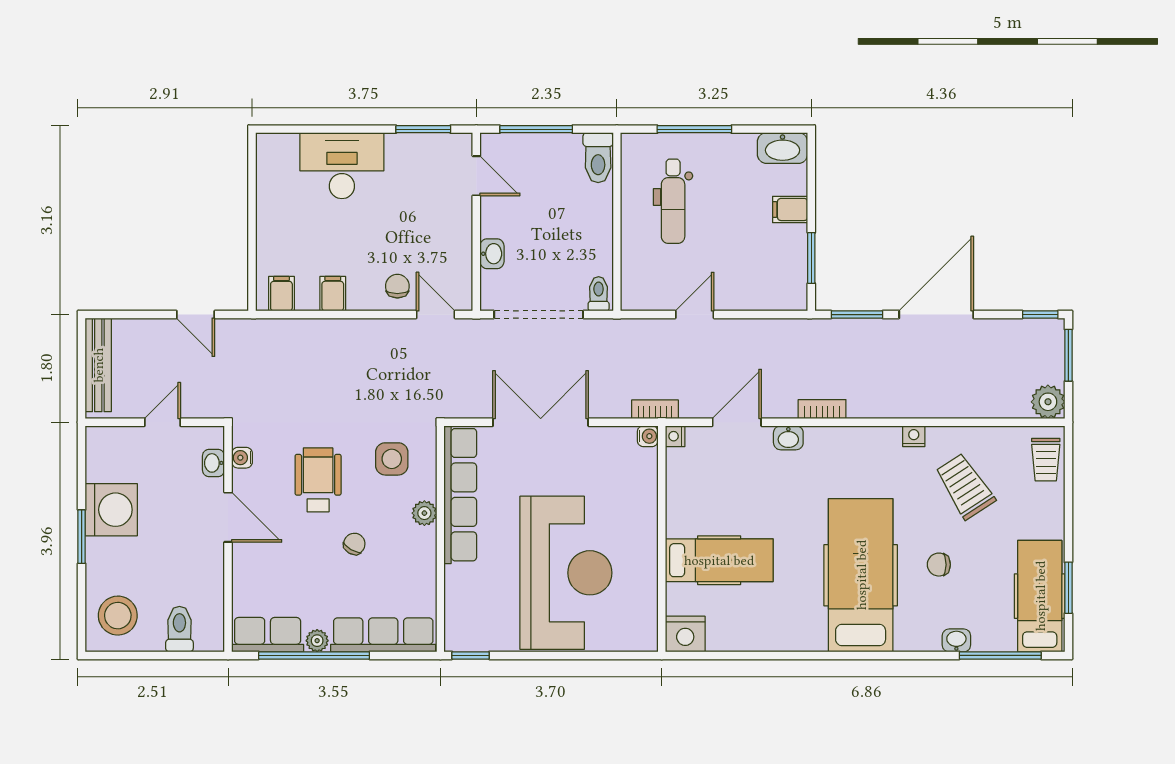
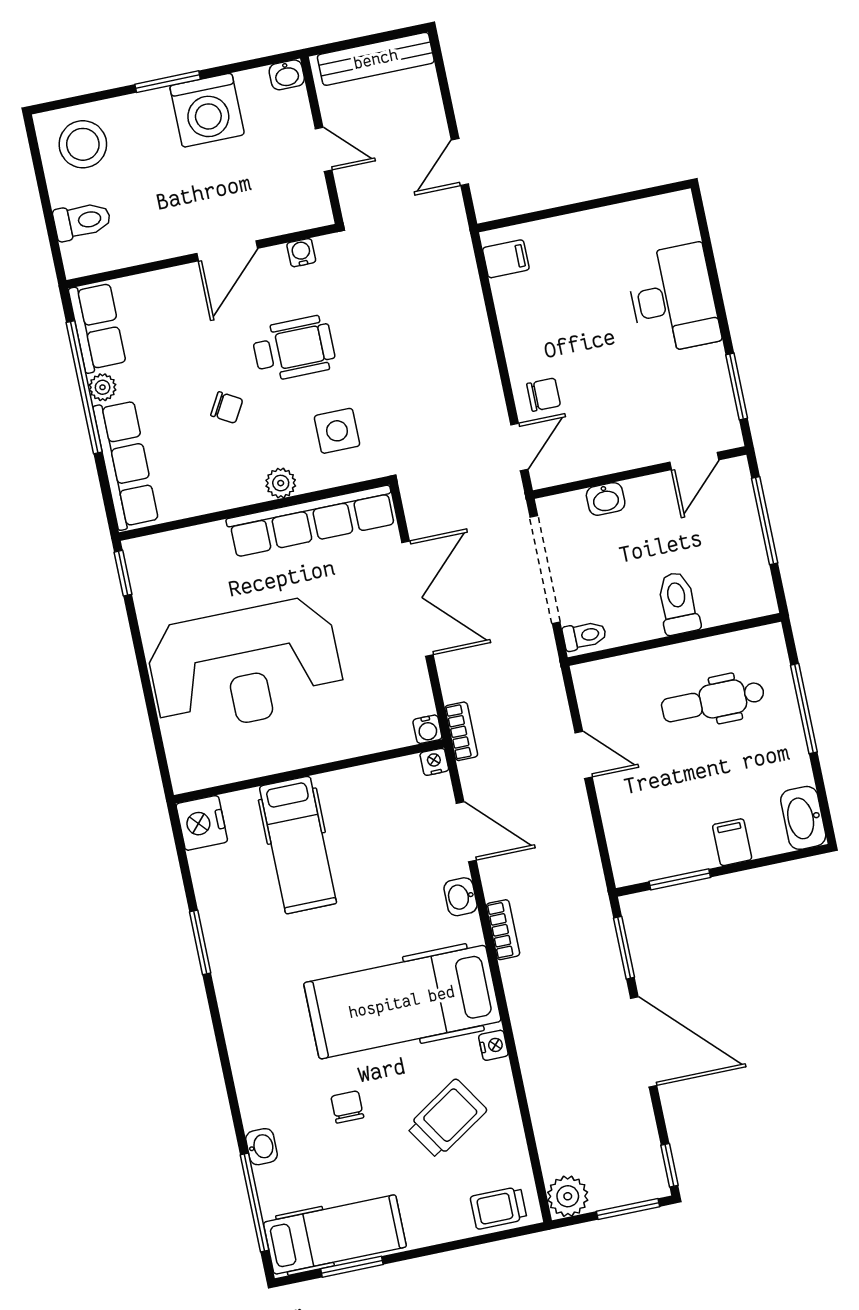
toilet: (598, 158) -> (678, 603), moved, turned 90
filing cabinet: (333, 294) -> (519, 320), removed
washbasin: (213, 463) -> (287, 75), moved, turned 180
hospital bed: (861, 575) -> (402, 1002), moved, turned 180
window: (781, 655) -> (200, 942), added

